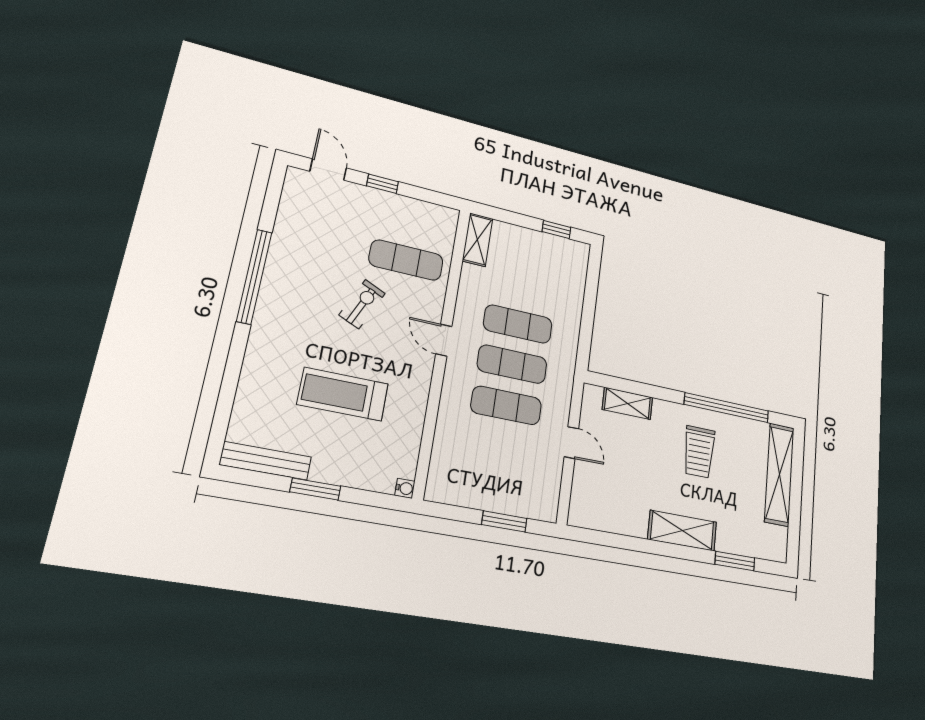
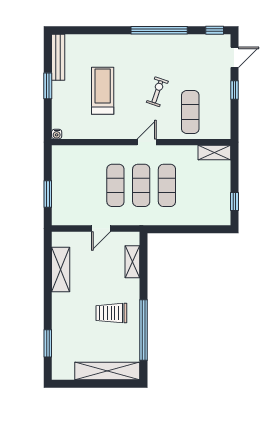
window: (275, 188) -> (215, 30), added
exercise bike: (362, 304) -> (157, 92), turned -95
shelving: (682, 531) -> (61, 269), moved

